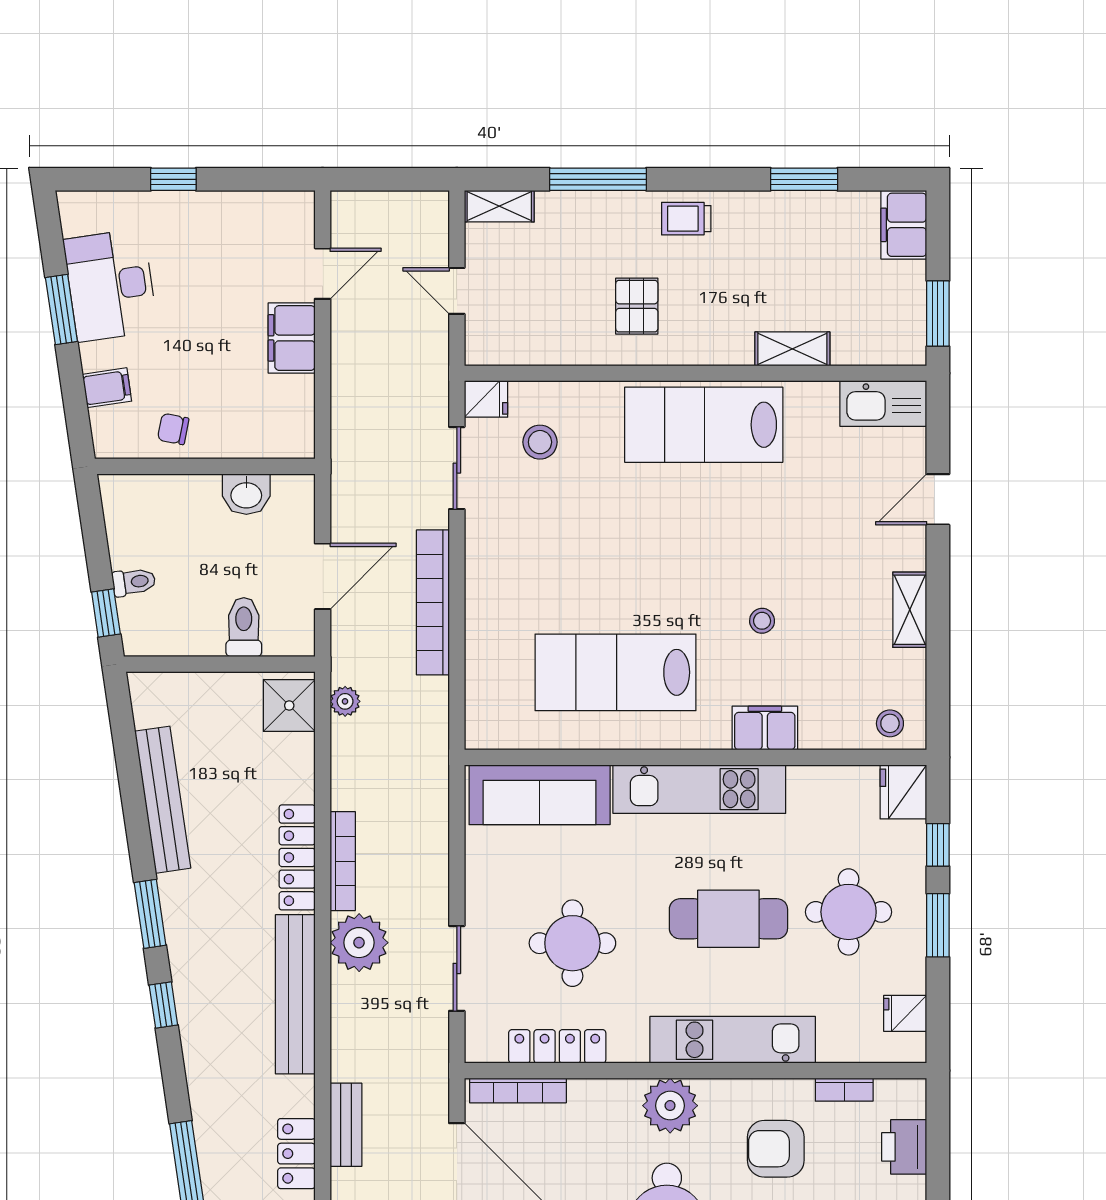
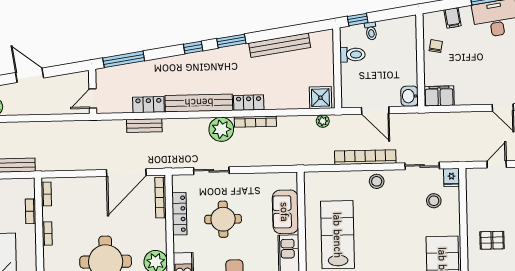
filing cabinet: (292, 338) -> (439, 96), moved
washbasin: (246, 494) -> (409, 96), moved
stool: (491, 577) -> (377, 181), added
toilet: (244, 627) -> (353, 55), moved
sofa: (540, 795) -> (285, 212), width x0.73
locker: (297, 857) -> (249, 103), width x0.66
locker: (296, 1154) -> (148, 105), moved

